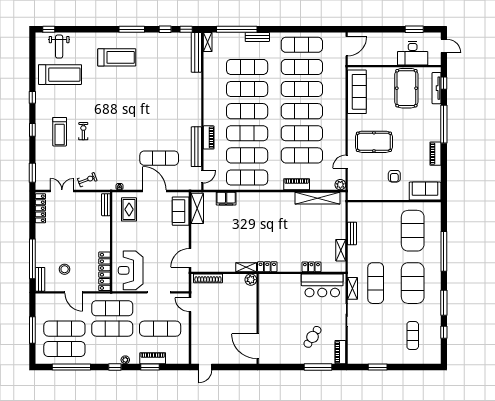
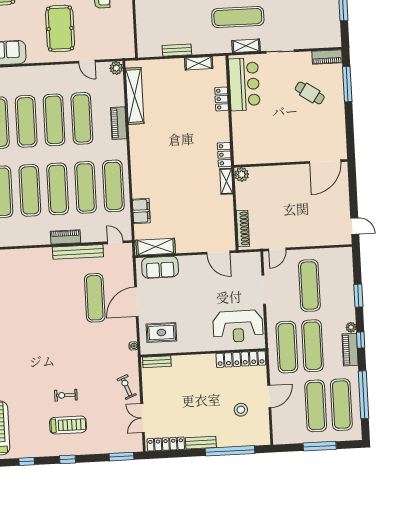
bench: (40, 279) -> (201, 443), moved
piano: (153, 358) -> (350, 350), moved

